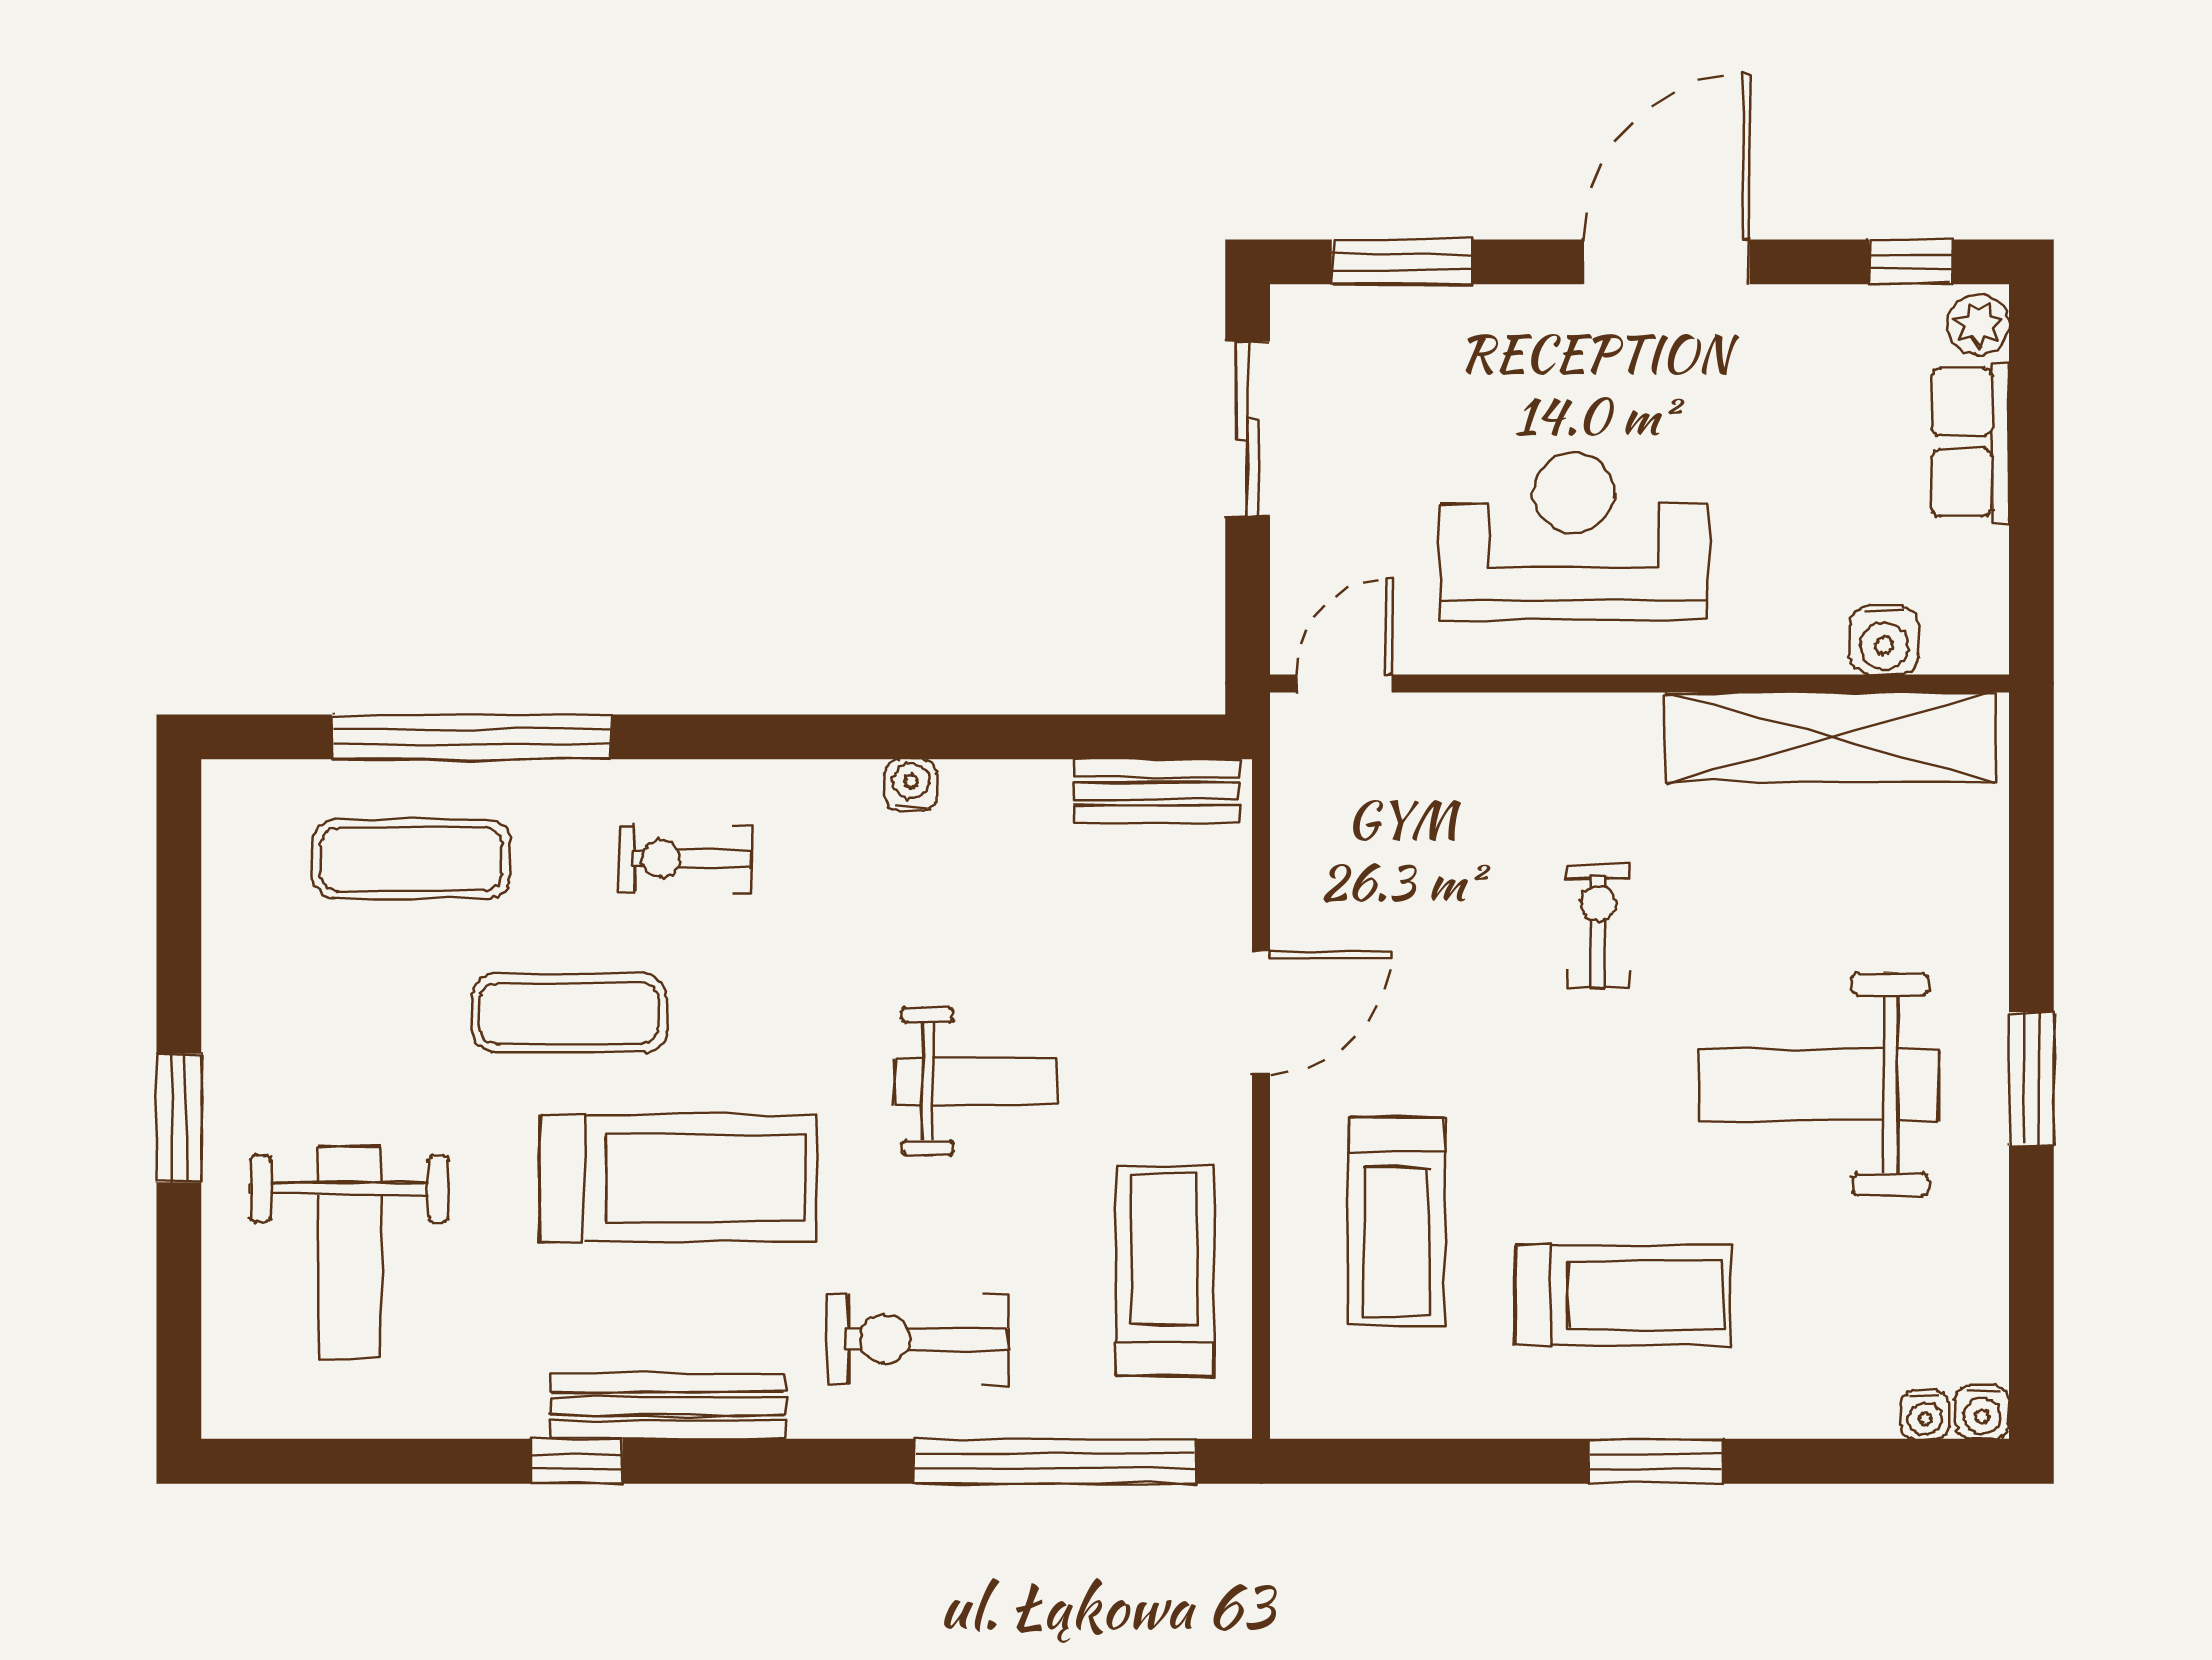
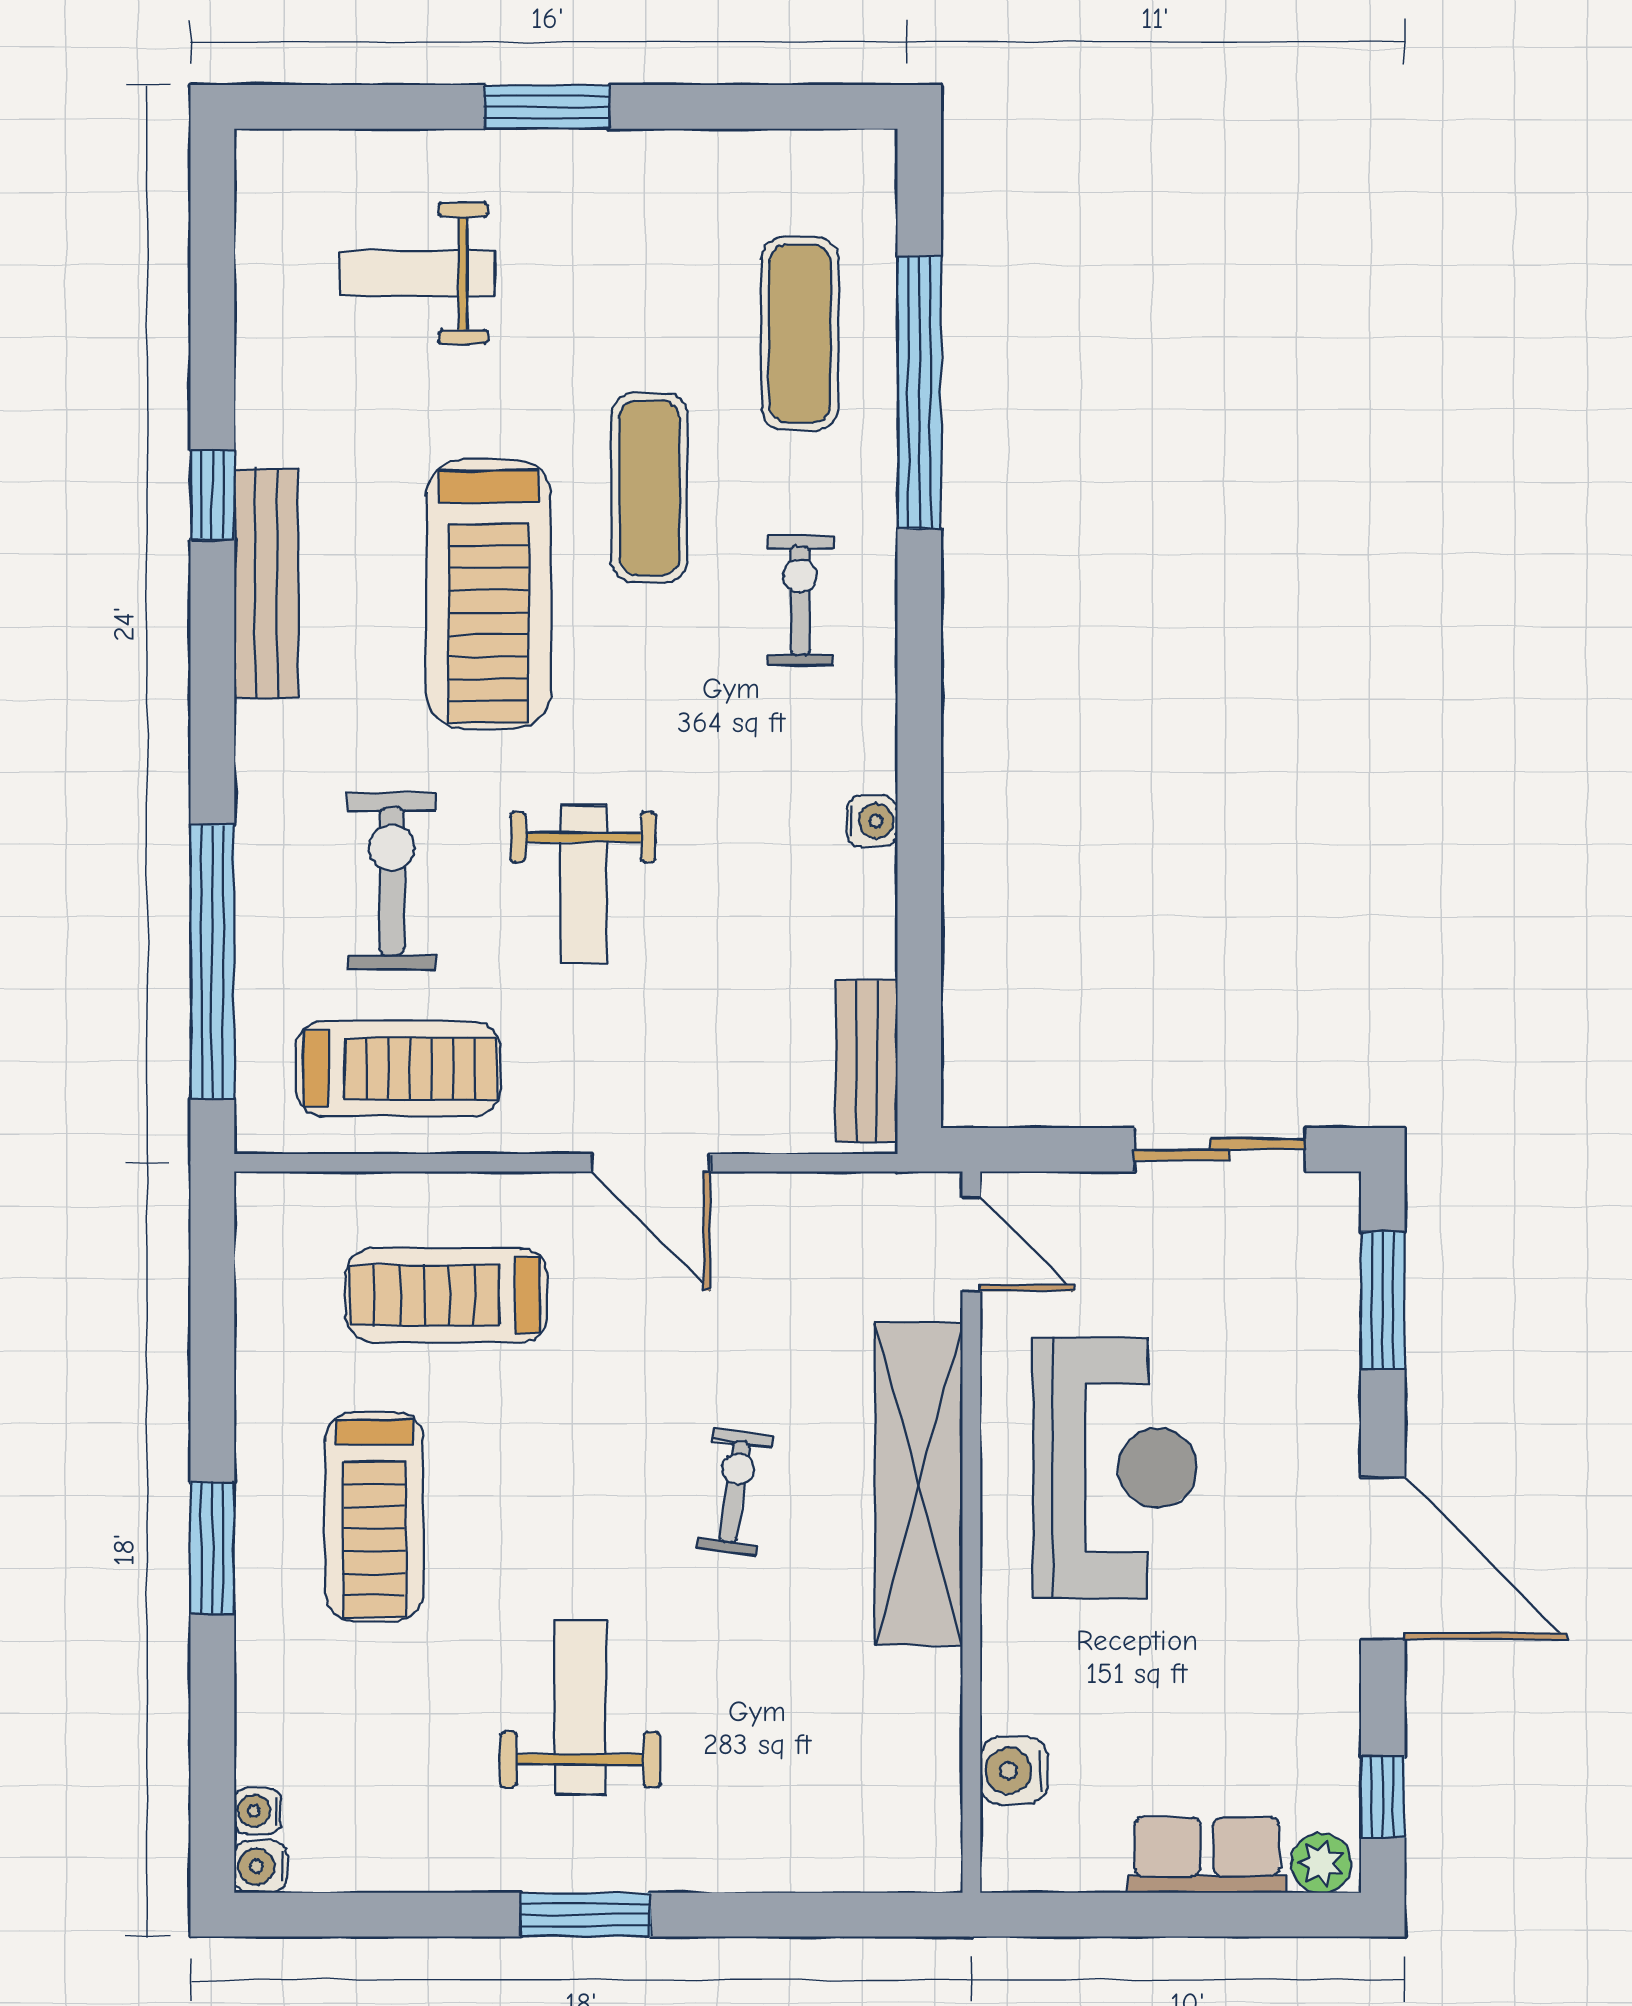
shelving: (1830, 737) -> (919, 1484), moved
exercise bike: (1598, 926) -> (735, 1492), turned -82
weight bench: (1819, 1084) -> (580, 1707), width x0.73, depth x0.75
weight bench: (350, 1252) -> (417, 273), width x0.73, depth x0.75
exercise bike: (917, 1339) -> (392, 881), moved

